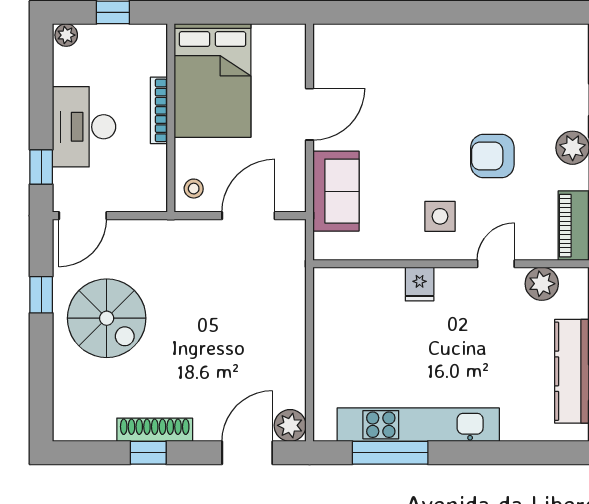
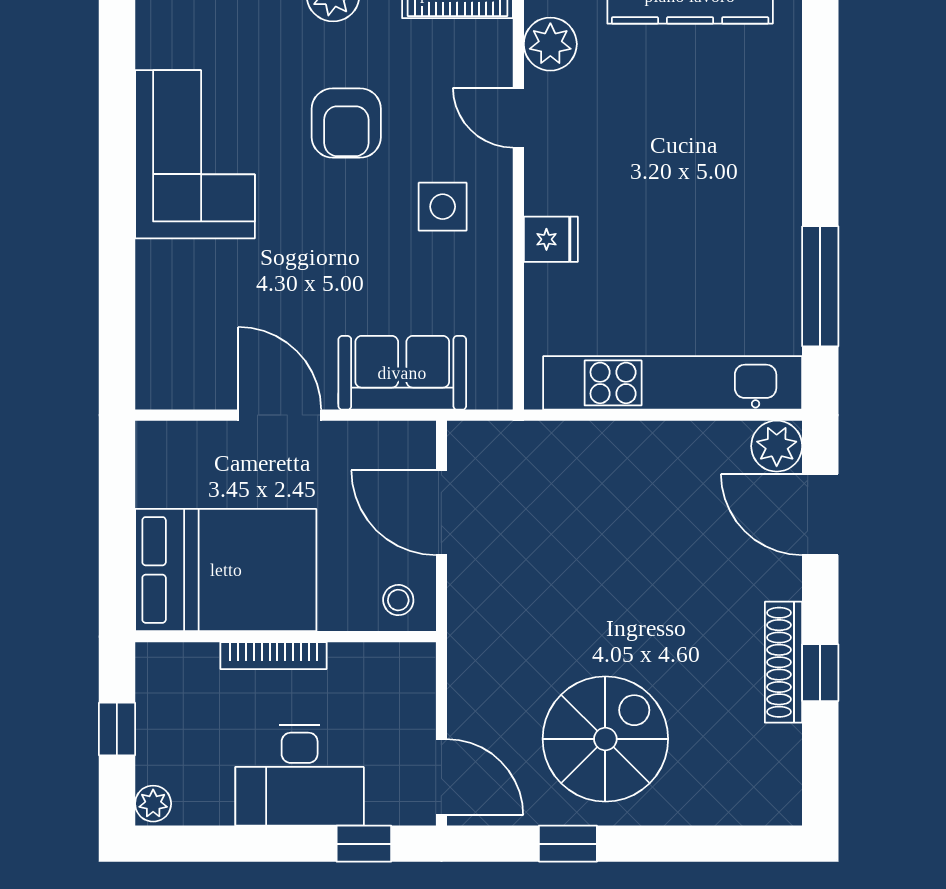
corner sofa: (473, 61) -> (195, 154), added
kitchen unit: (418, 425) -> (673, 383), moved, turned 90

